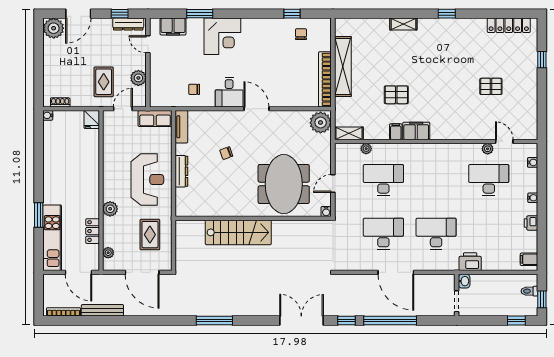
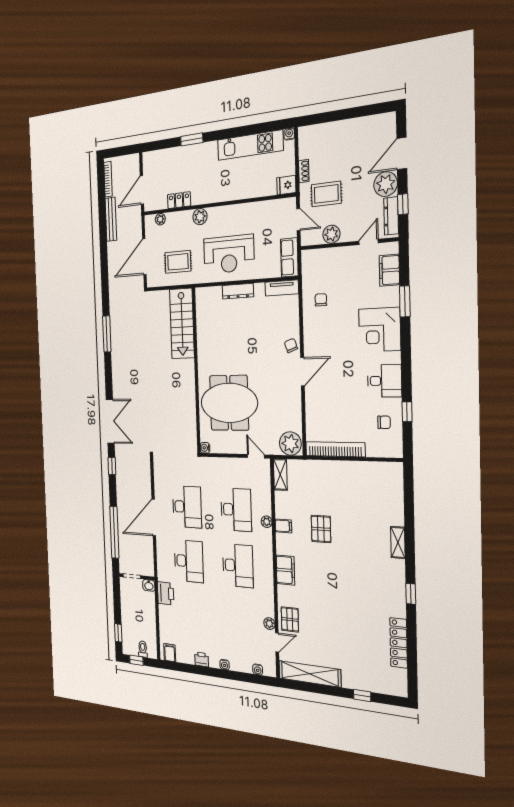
door: (78, 14) -> (402, 154), hinge flipped
locker: (509, 25) -> (399, 643), moved
plant: (54, 28) -> (386, 184), moved
shelving: (343, 66) -> (310, 674), moved
pallet: (491, 86) -> (290, 619), moved
desk: (229, 92) -> (384, 381), moved, turned 180
shoe rack: (60, 102) -> (304, 171), moved
filing cabinet: (416, 131) -> (285, 570), moved
plant: (366, 149) -> (267, 522), moved
chair: (226, 153) -> (291, 345), moved
desk: (489, 180) -> (238, 566), moved
door: (333, 183) -> (256, 456), moved
stairs: (238, 232) -> (182, 323), moved
kitchen unit: (52, 238) -> (250, 145), moved
window: (390, 320) -> (114, 532), moved

